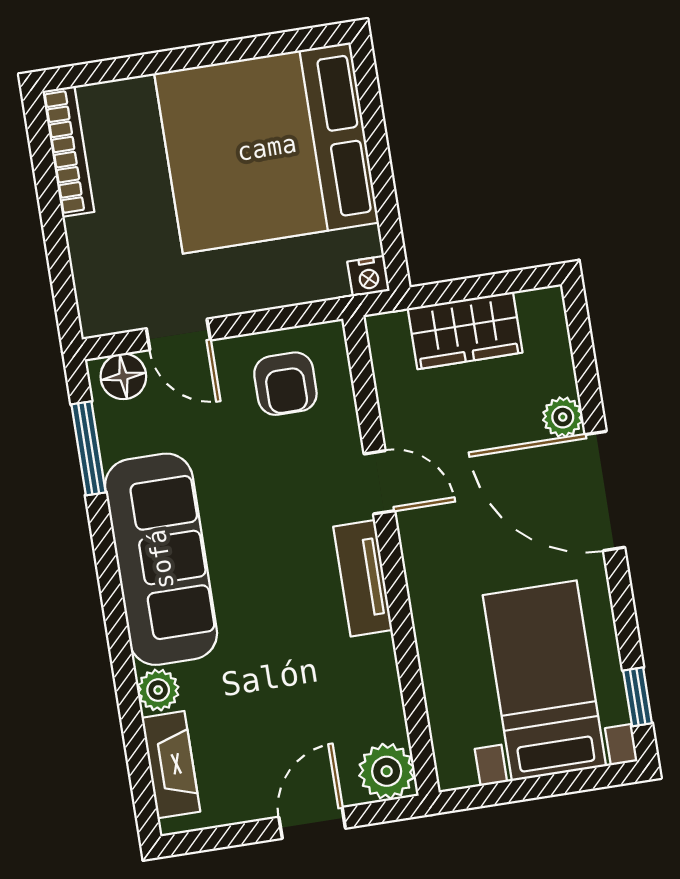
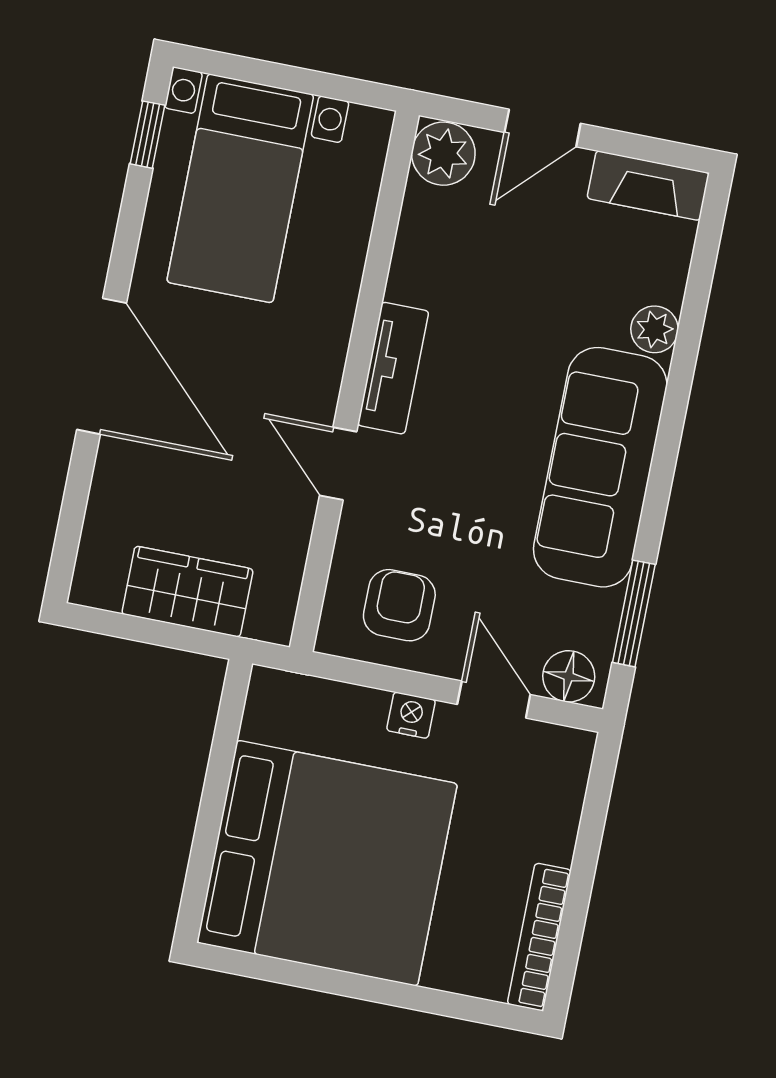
nightstand: (369, 276) -> (411, 715), moved
plant: (563, 417) -> (118, 461), removed
fireplace: (171, 765) -> (648, 186), moved, turned -90

